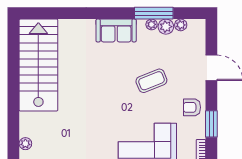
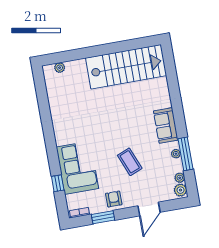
plant: (166, 27) -> (180, 190), moved

